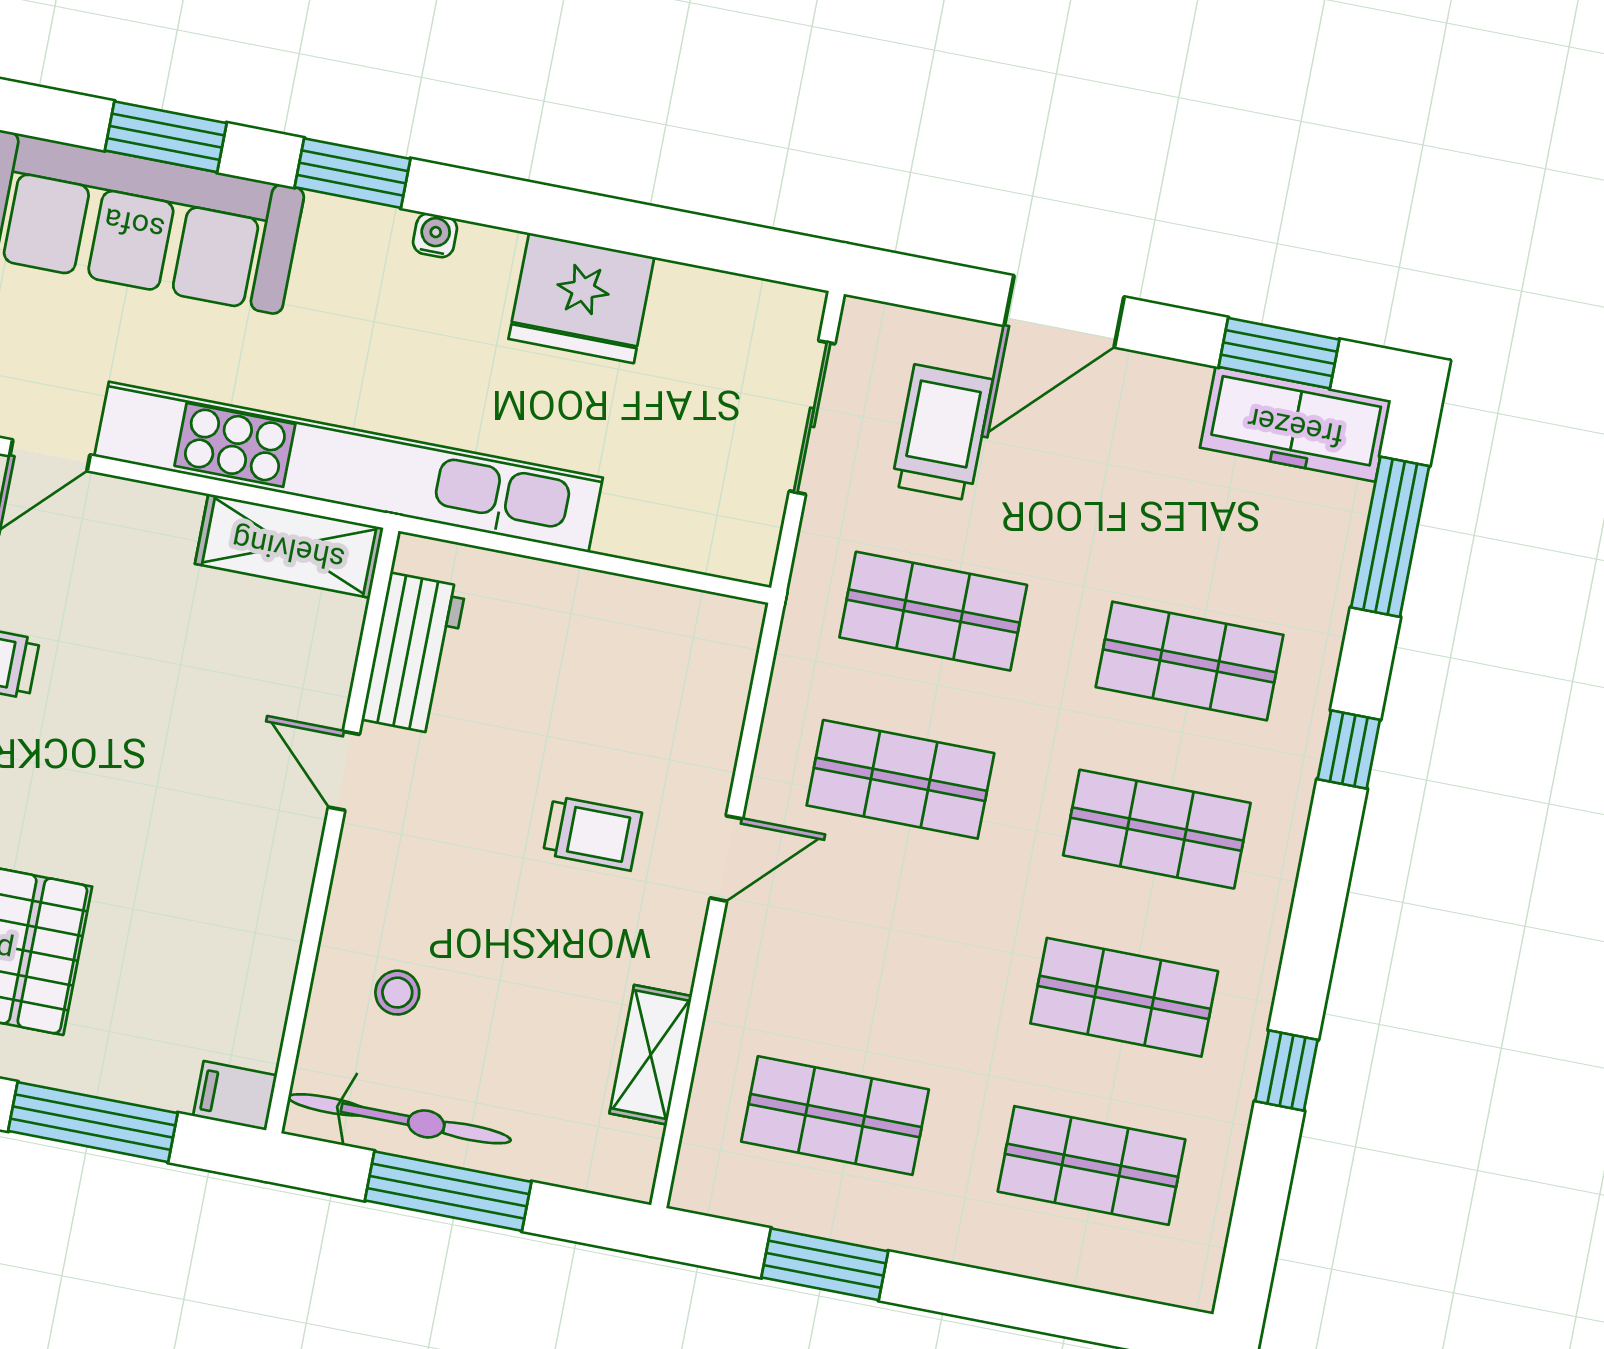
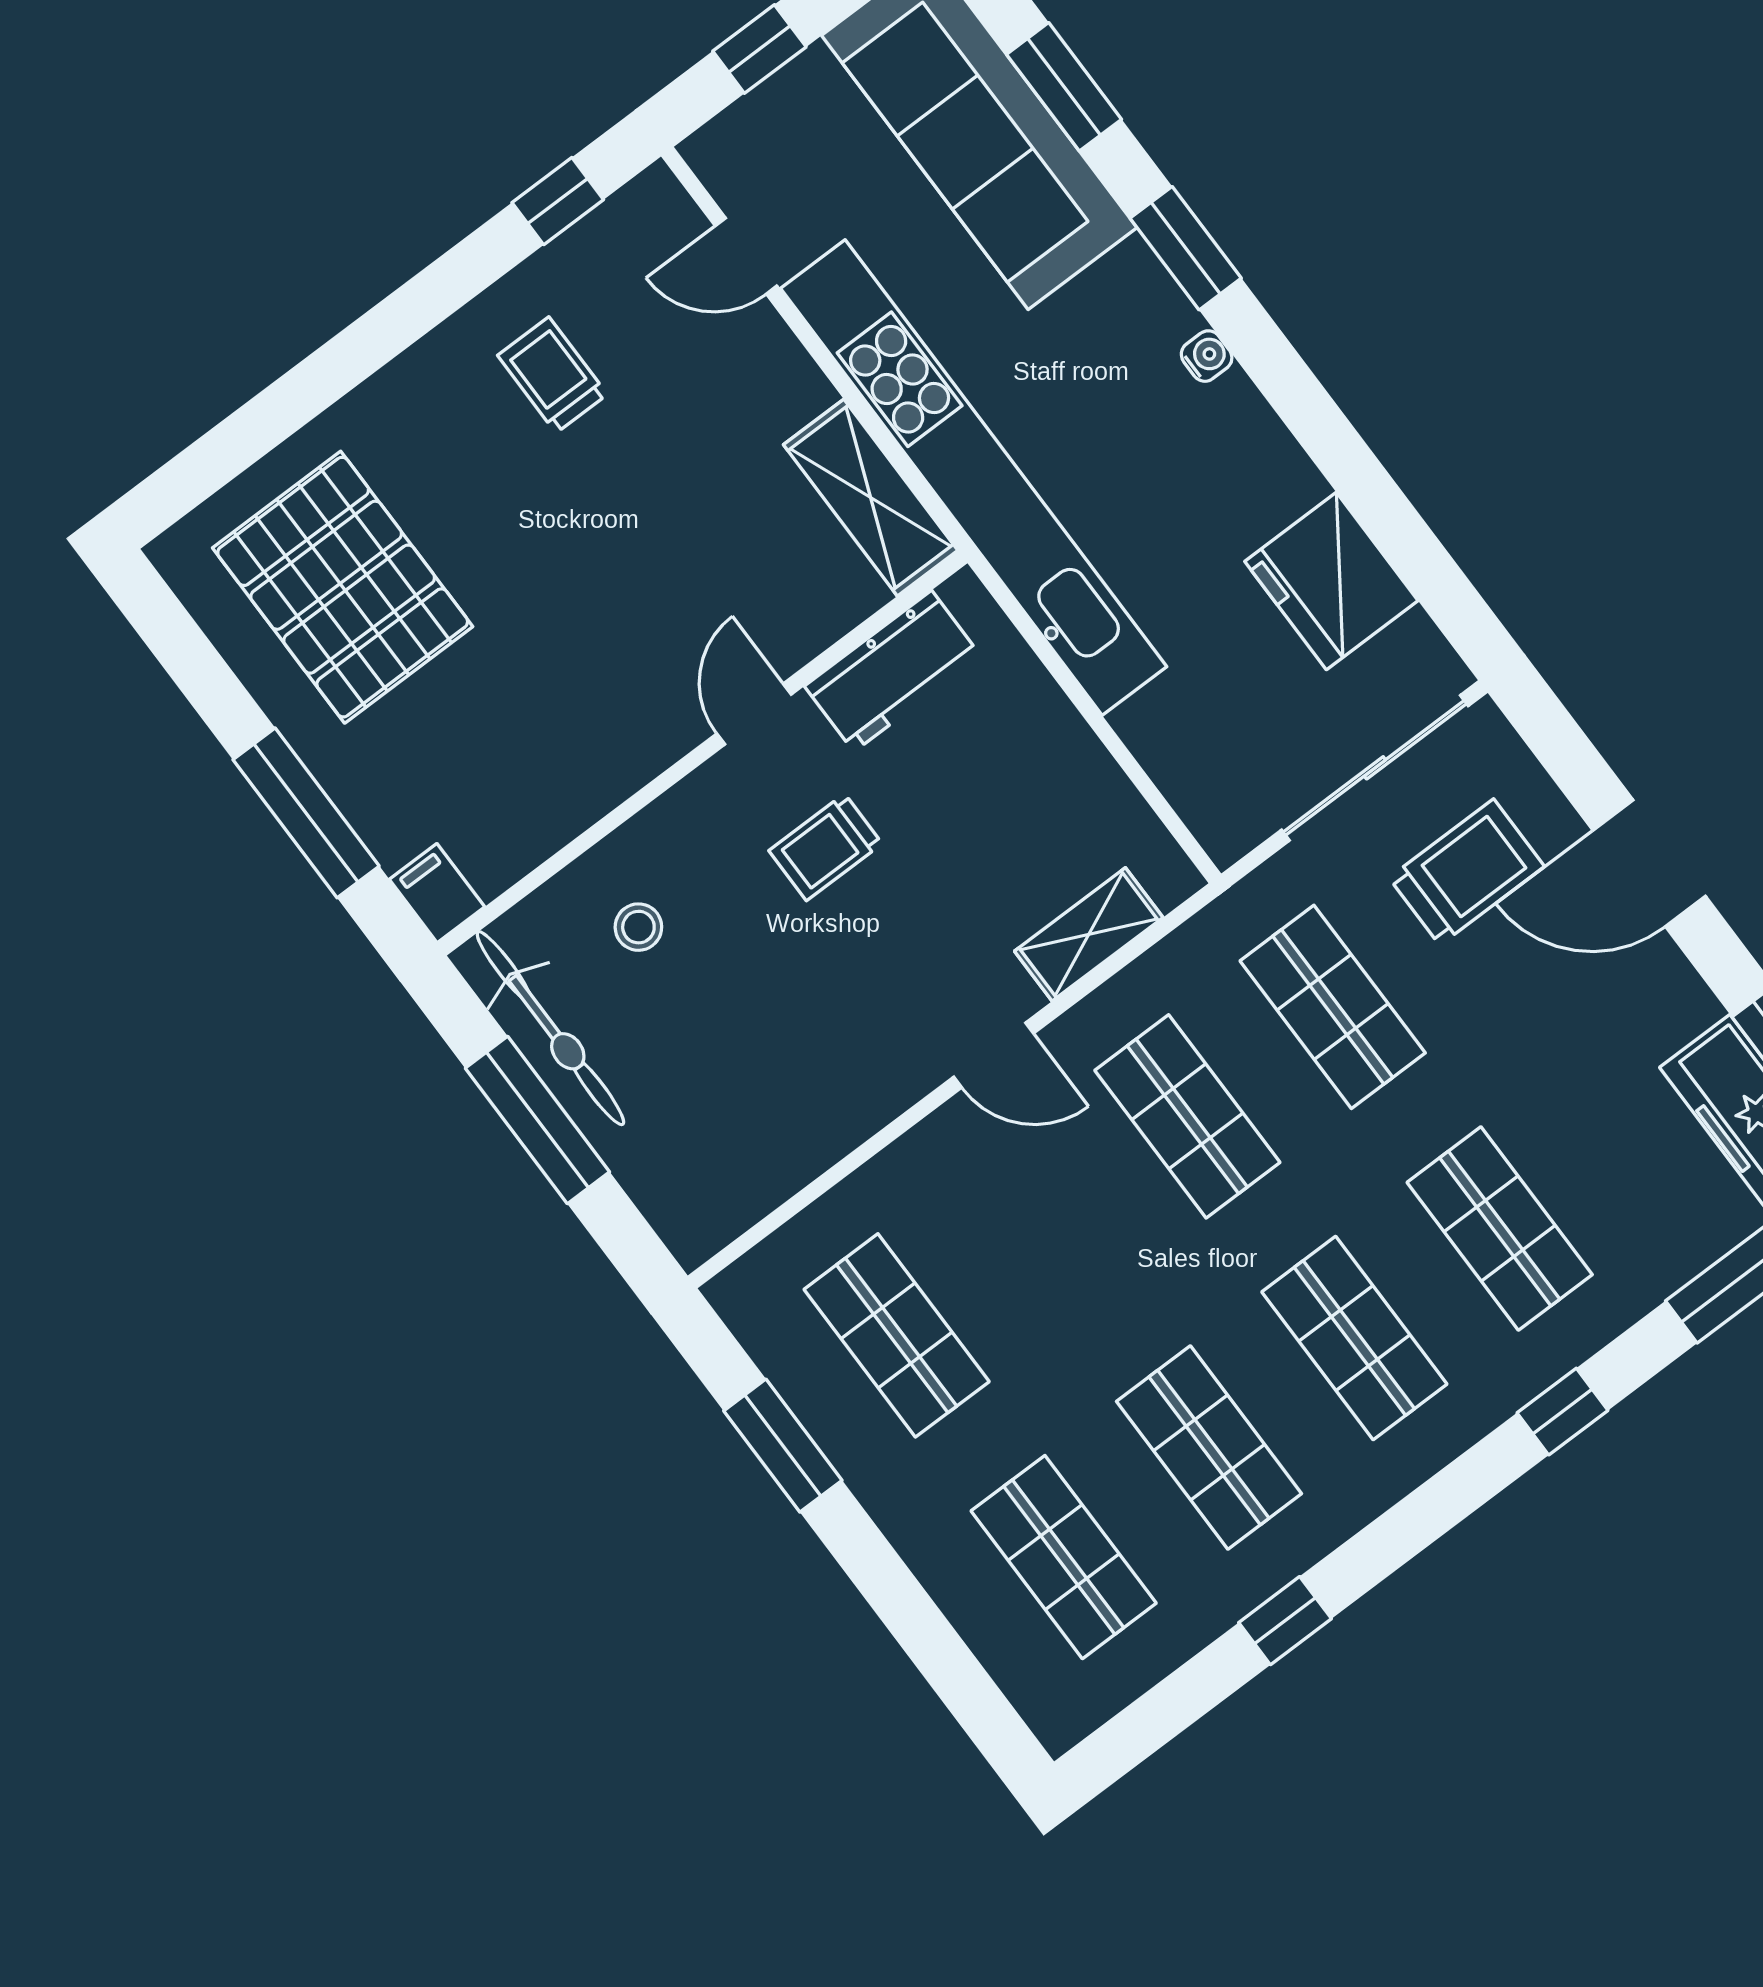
fridge: (581, 298) -> (1331, 581), moved
sliding door: (812, 417) -> (1375, 768), width x1.37
trolley: (592, 833) -> (825, 847), moved, turned 90
shelving: (651, 1055) -> (1089, 934), moved

